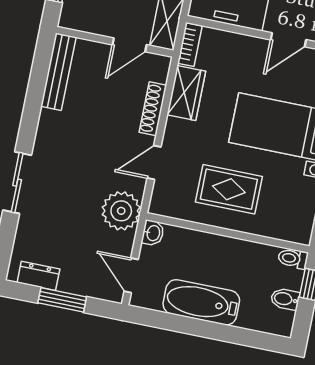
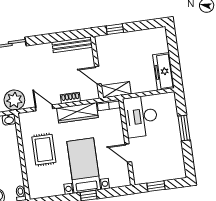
wardrobe: (186, 93) -> (77, 113), width x1.50
shoe rack: (153, 109) -> (70, 98), width x0.70

